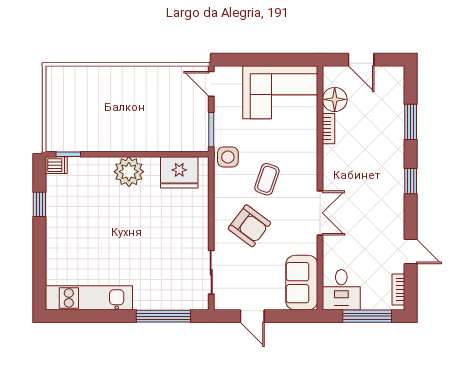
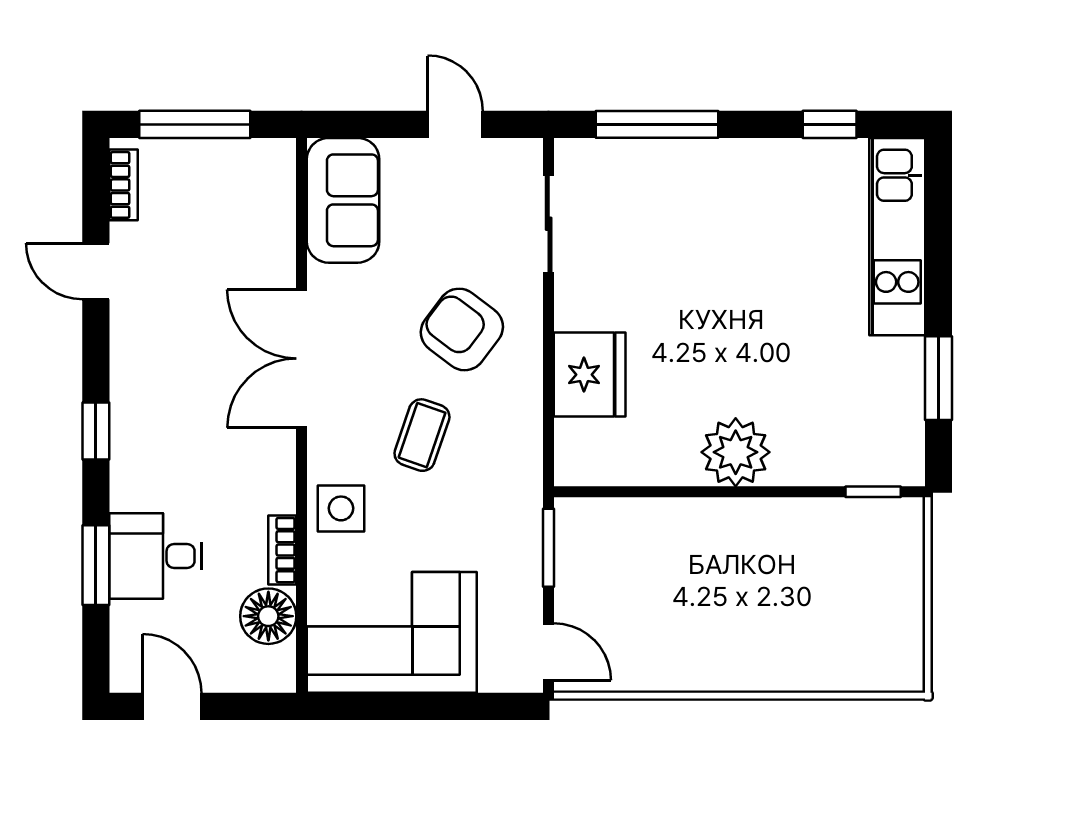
door: (361, 60) -> (172, 706), moved
side table: (228, 157) -> (341, 508), moved
dishwasher: (56, 165) -> (900, 467), removed
fridge: (179, 172) -> (590, 375), moved, turned 90
window: (39, 204) -> (938, 378), width x1.50
double door: (320, 213) -> (302, 359), width x1.37
desk: (341, 290) -> (156, 556), moved, turned -90
kitchen unit: (89, 298) -> (897, 237), moved, turned 90
window: (87, 316) -> (830, 124), added

